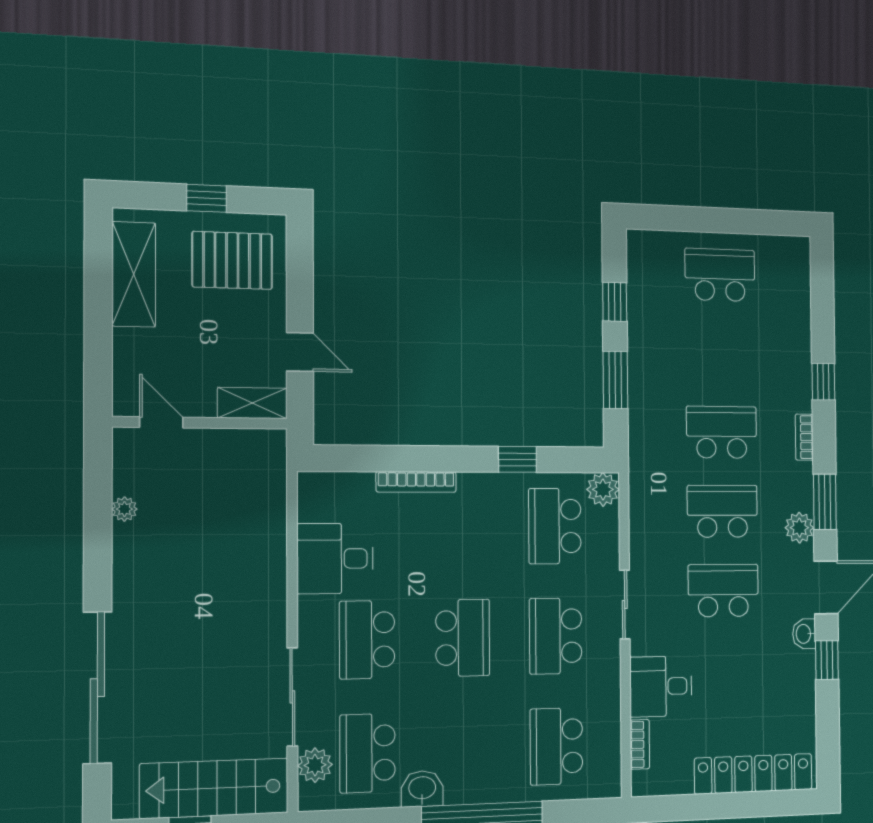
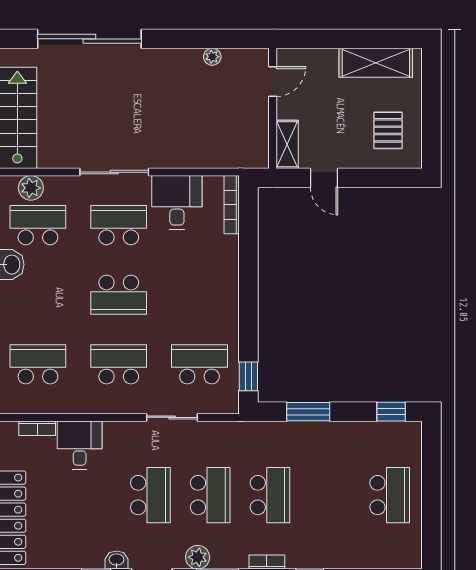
window: (207, 198) -> (431, 113), removed
pallet: (232, 260) -> (388, 130), width x0.67, depth x0.71
window: (615, 302) -> (391, 412), moved
door: (300, 352) -> (324, 178), hinge flipped
window: (517, 459) -> (248, 376), moved
bookcase: (416, 482) -> (232, 205), moved
plant: (603, 489) -> (226, 401), removed
sliding door: (625, 604) -> (172, 417), moved
sliding door: (292, 697) -> (114, 172), moved

